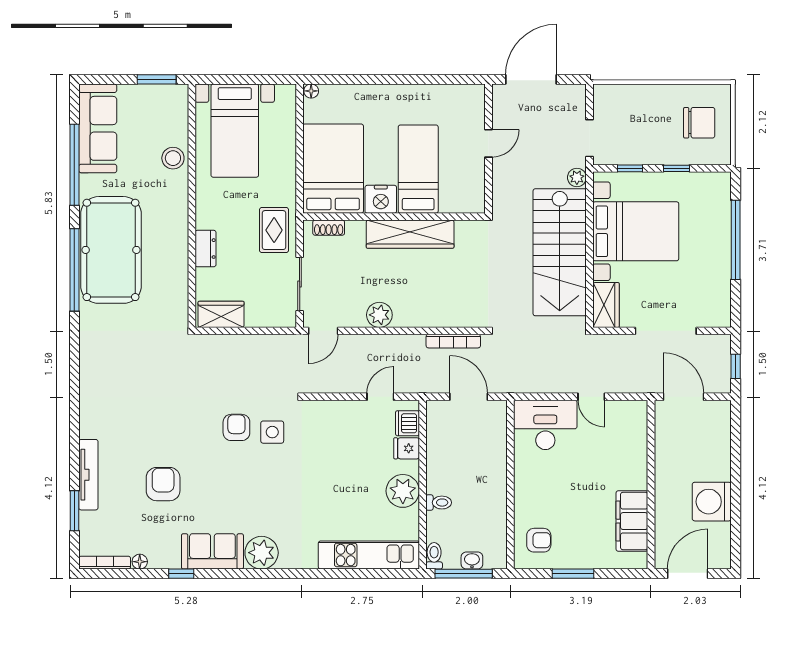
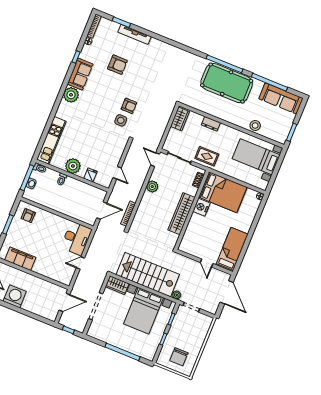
bed: (418, 169) -> (232, 250), moved, turned -90
dishwasher: (407, 423) -> (101, 180), removed

